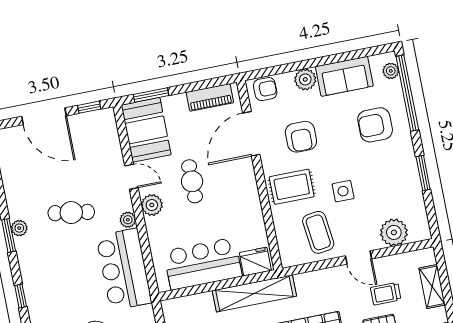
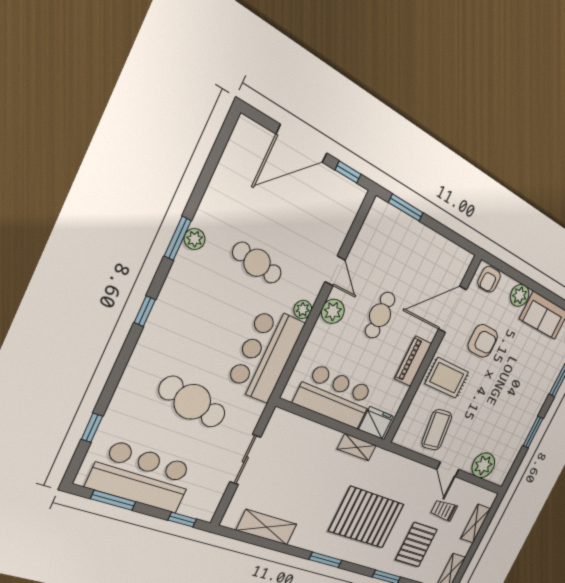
armchair: (265, 89) -> (489, 279), turned 90
piano: (210, 97) -> (413, 361), moved, turned 90
door: (44, 116) -> (302, 144), hinge flipped
armchair: (375, 125) -> (533, 371), removed
booth: (146, 130) -> (379, 237), removed
armchair: (301, 137) -> (483, 341), turned -90
side table: (343, 191) -> (477, 408), removed
shelving: (254, 293) -> (357, 447), width x0.45, depth x0.75

